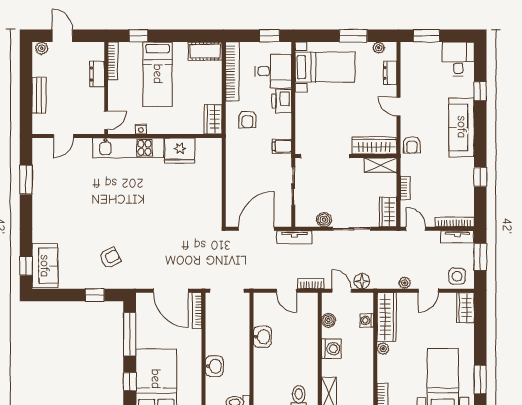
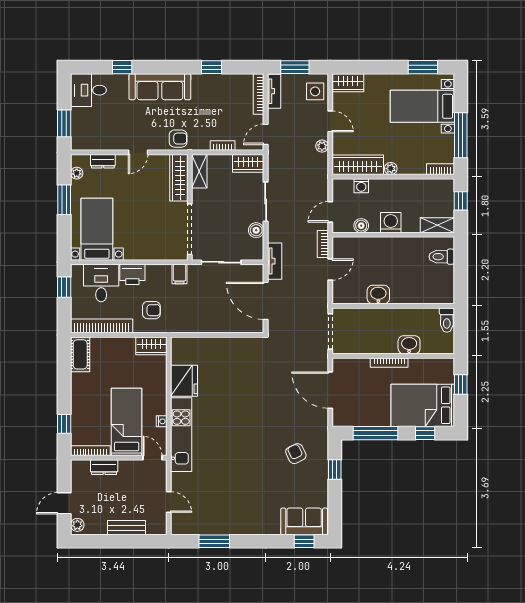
bed: (158, 74) -> (127, 422), moved, turned -90
floor lamp: (362, 281) -> (320, 191), removed
door: (171, 291) -> (330, 390), swing flipped
bookcase: (197, 311) -> (389, 363), moved

